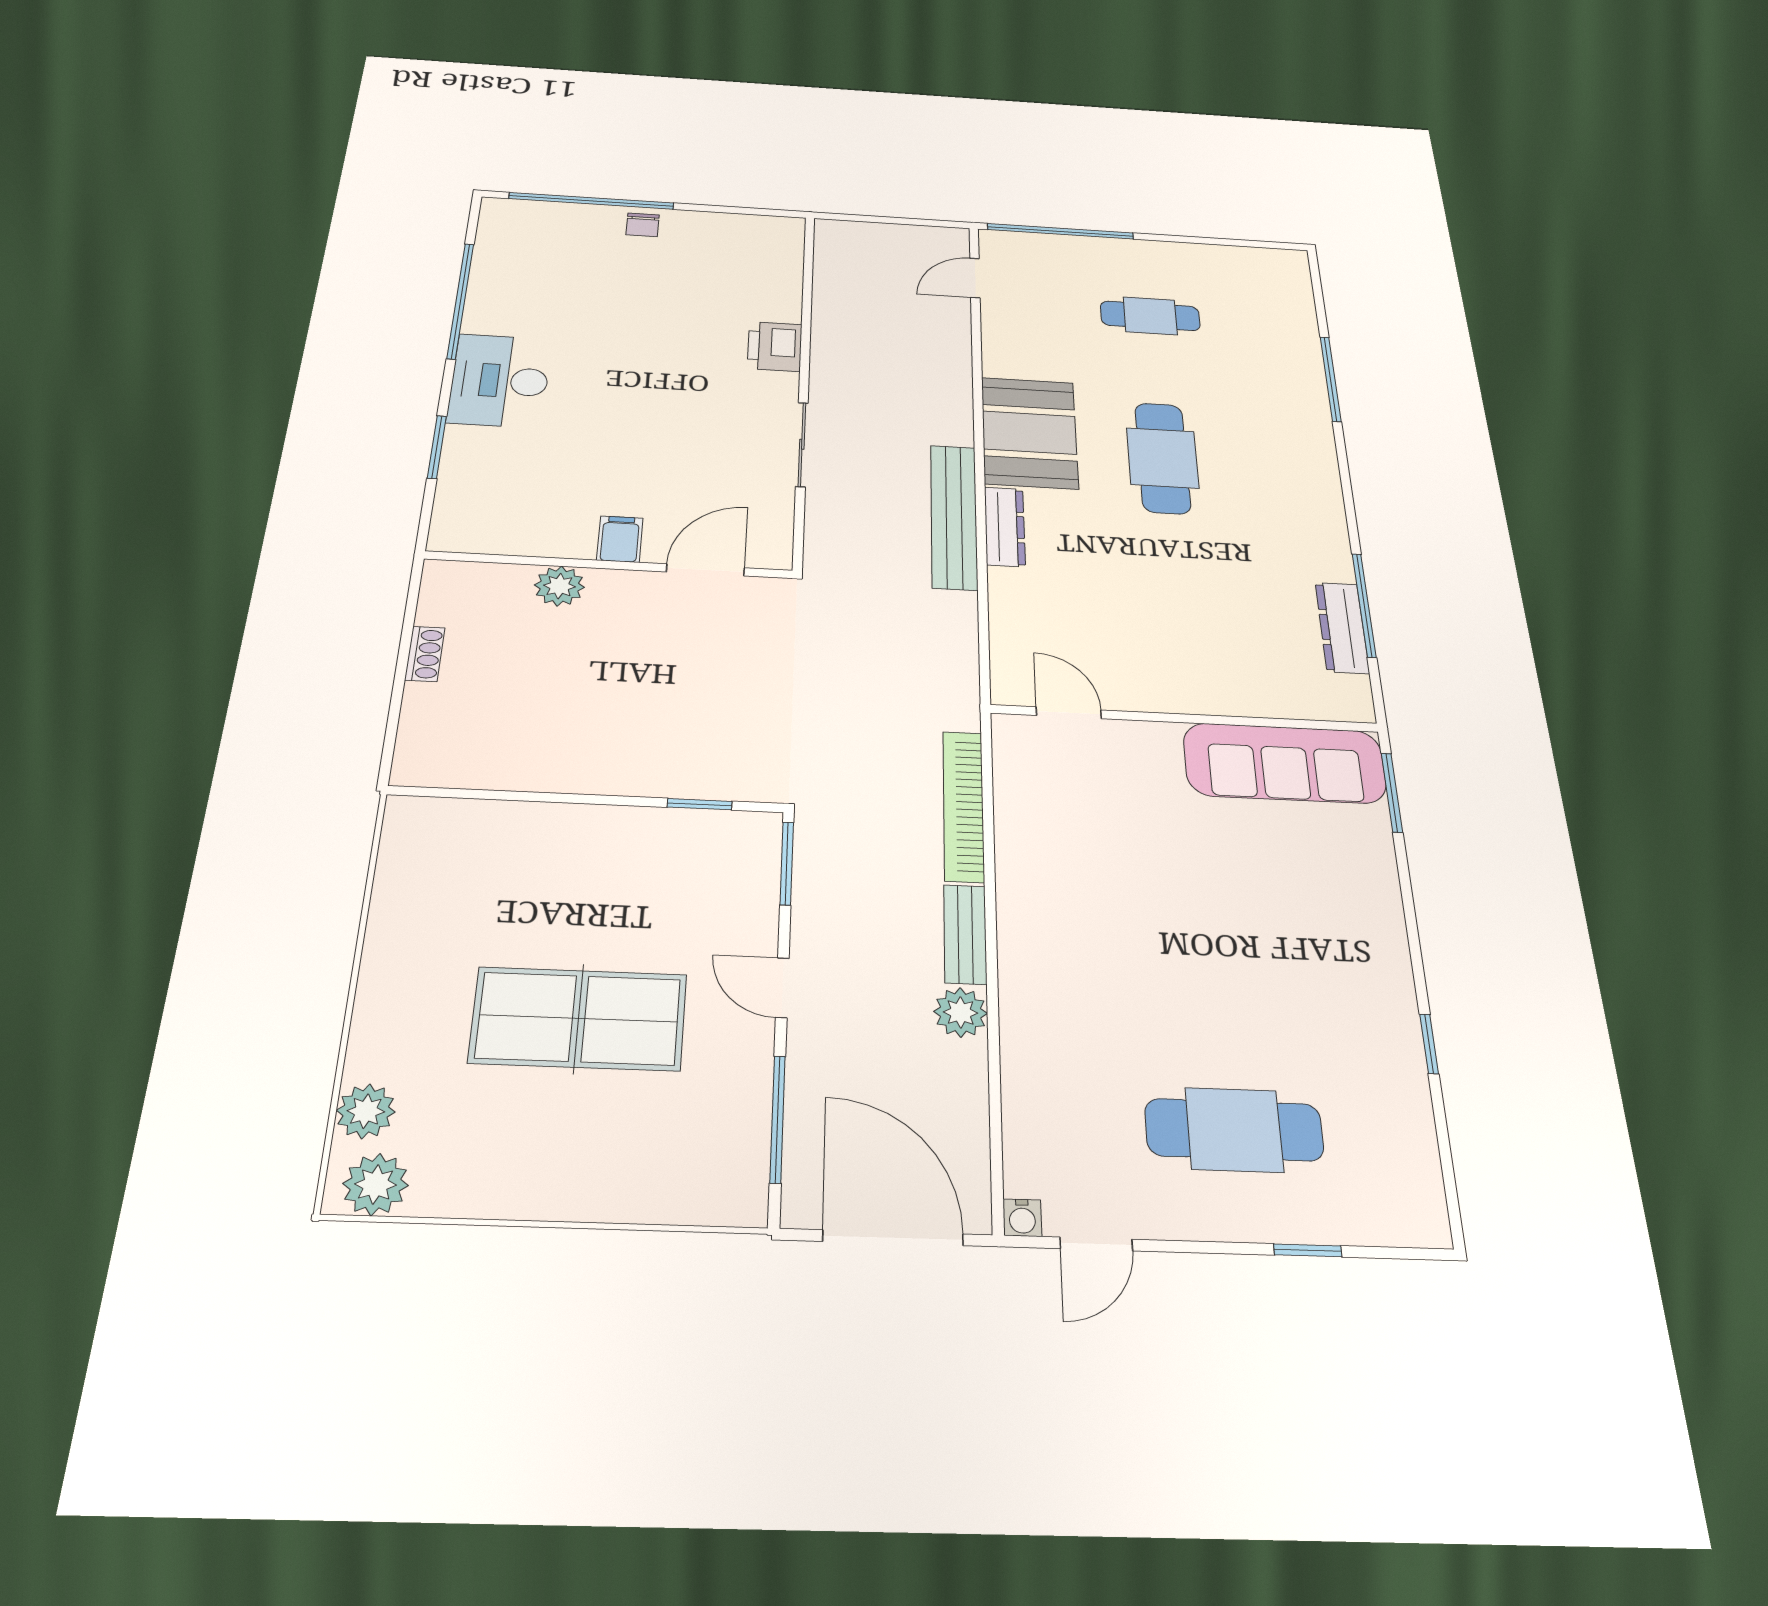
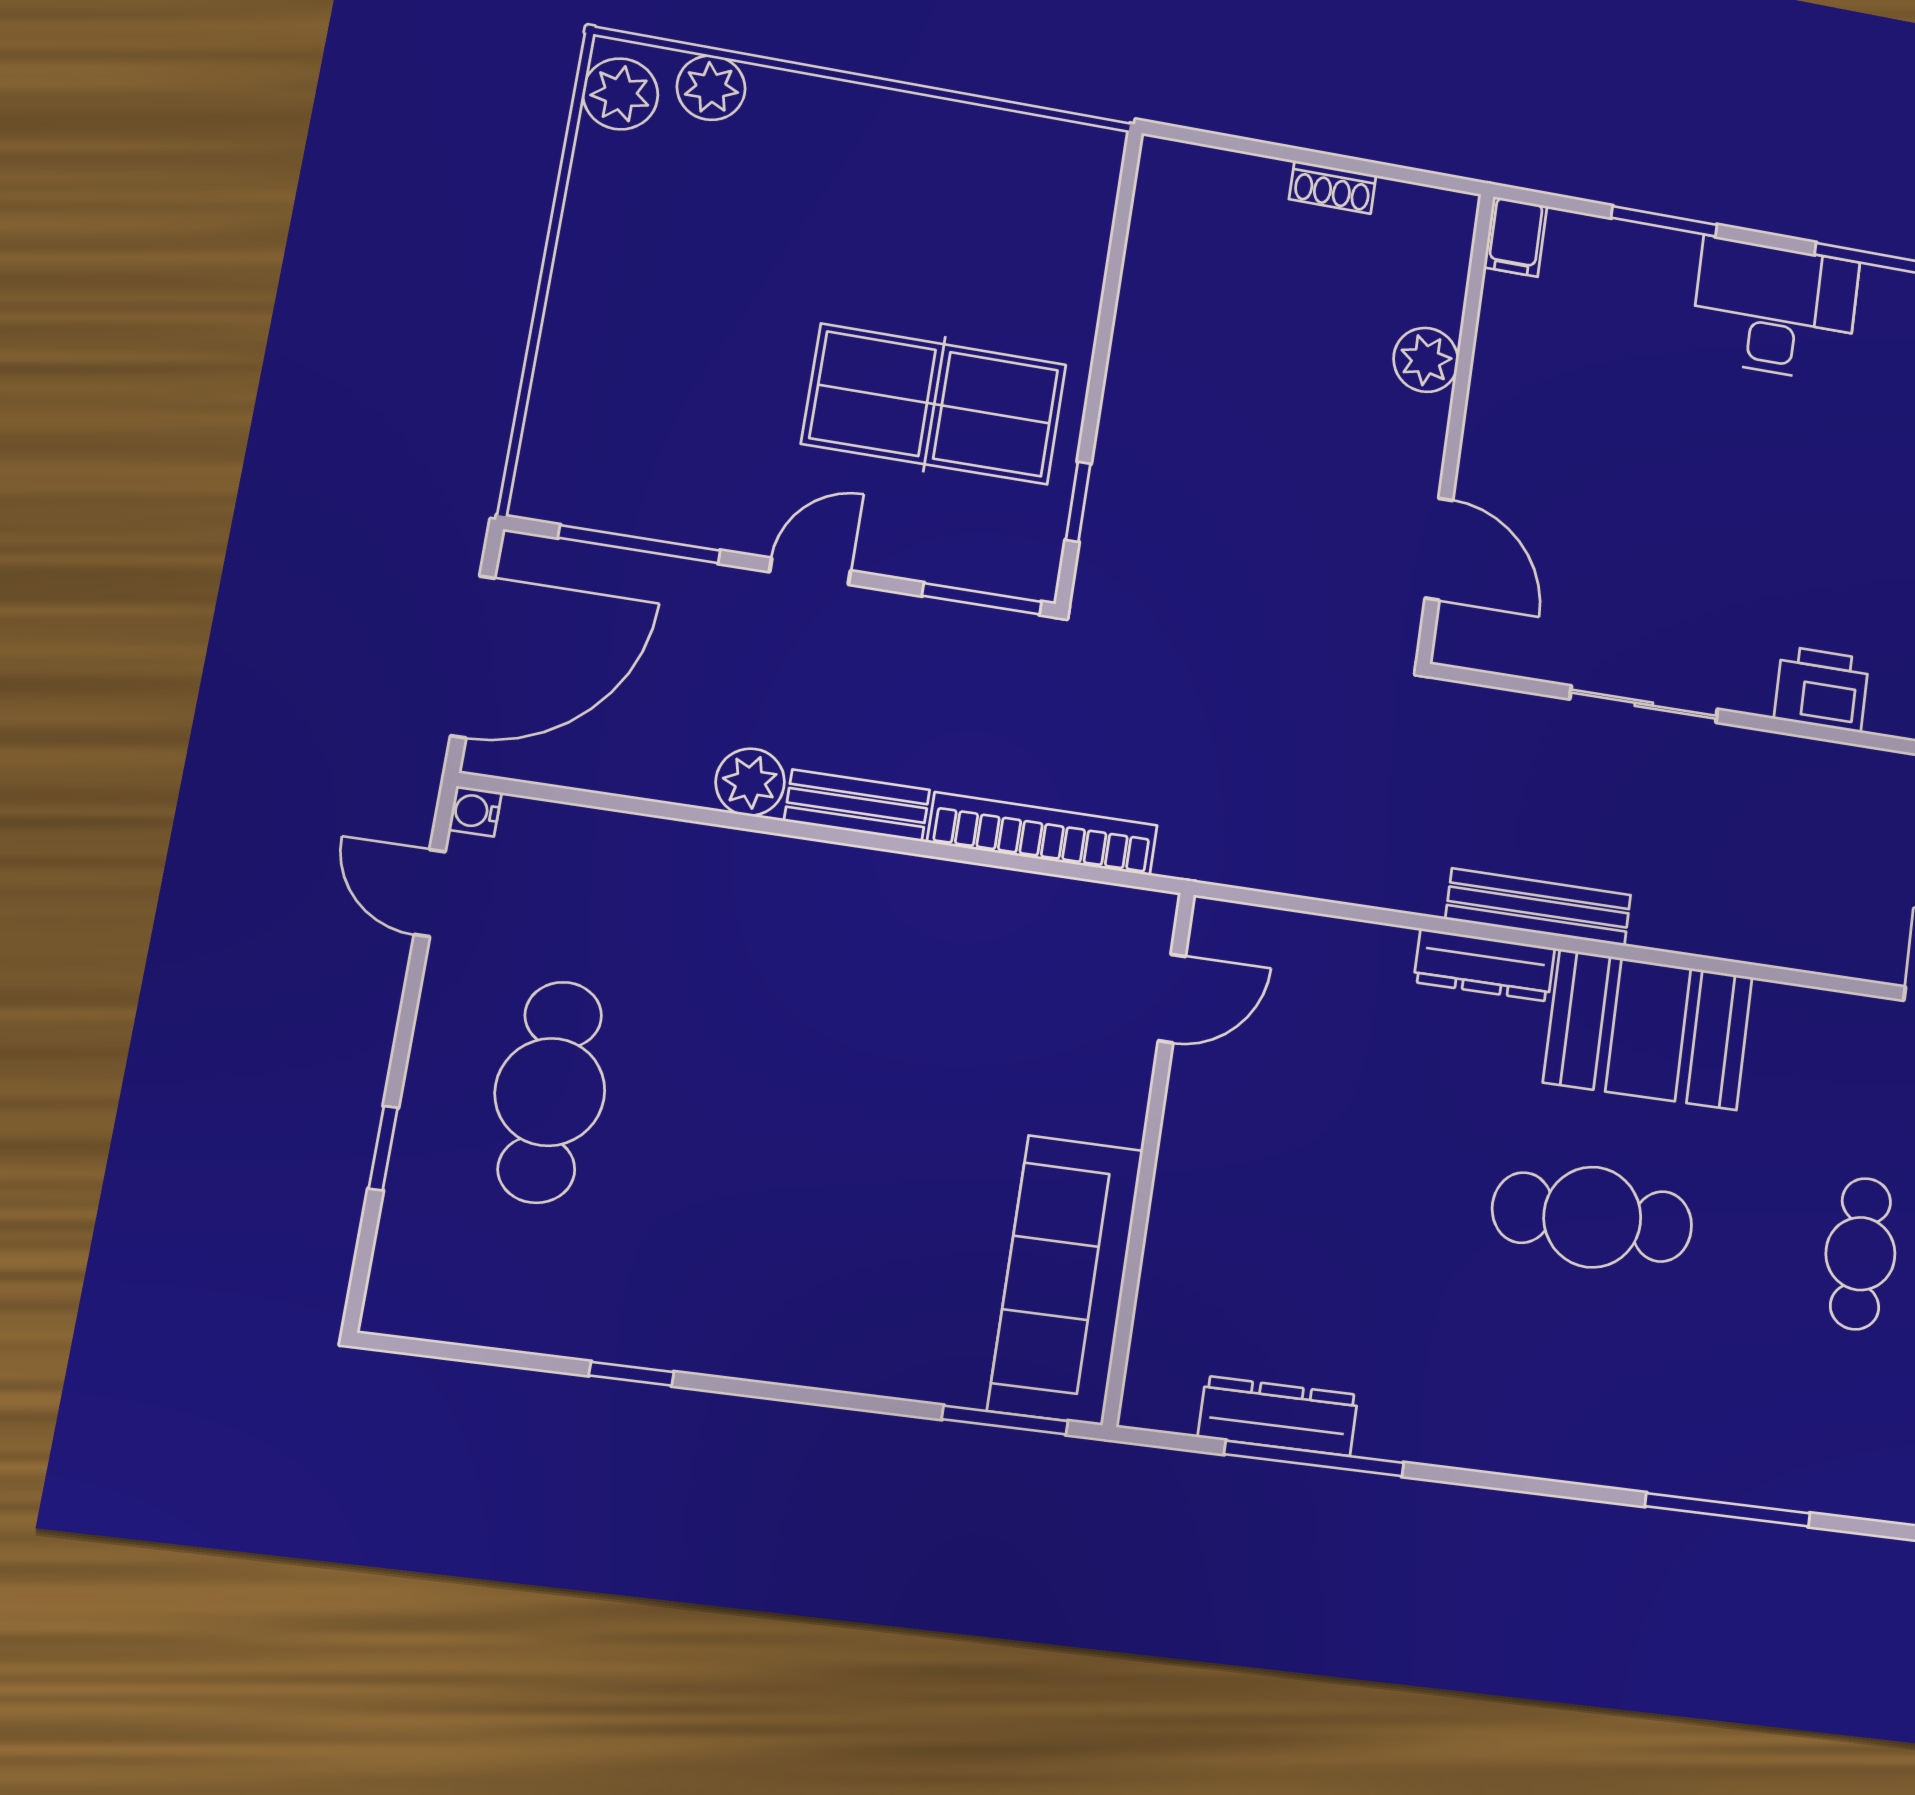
bench: (954, 517) -> (1538, 907), width x0.73, depth x0.82
filing cabinet: (620, 539) -> (1515, 237), moved, turned 90
table tennis table: (579, 1019) -> (934, 404), moved, turned 90

